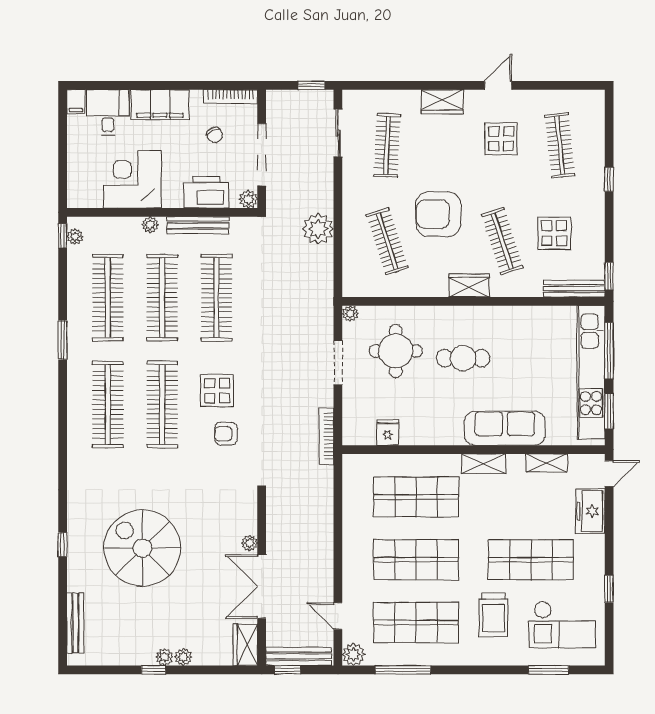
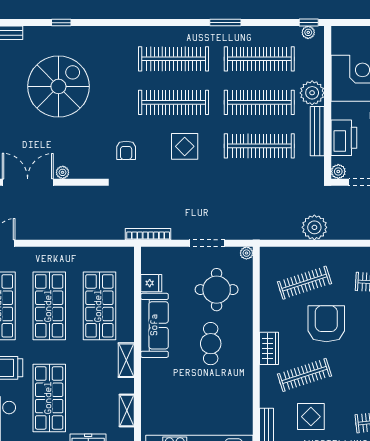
plant: (150, 225) -> (312, 93), width x1.88, depth x1.88
sofa: (505, 428) -> (155, 325), moved
armchair: (226, 434) -> (126, 150), moved, turned 180

